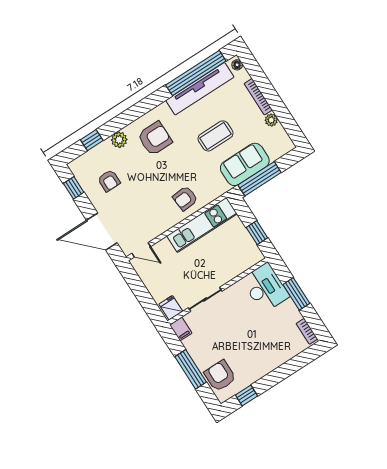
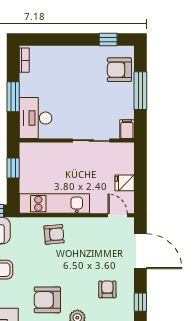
fridge: (171, 308) -> (125, 183), moved, turned 90
armchair: (220, 376) -> (119, 70), turned 90

